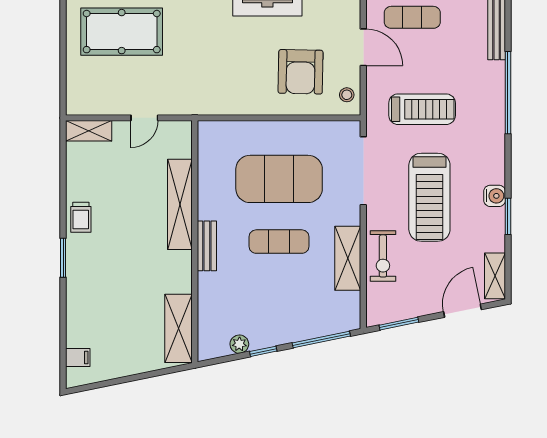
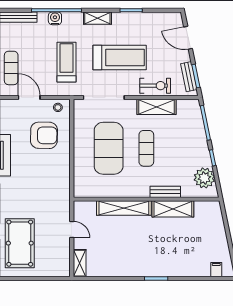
door: (363, 47) -> (29, 98), hinge flipped
water cooler: (495, 196) -> (55, 18), moved
trolley: (81, 217) -> (132, 268), removed
bench: (207, 246) -> (165, 192), moved
shelving: (495, 276) -> (97, 18), moved
bench: (398, 312) -> (189, 77), added
shelving: (178, 328) -> (173, 209), moved
plant: (239, 344) -> (204, 178), width x1.87, depth x1.87

